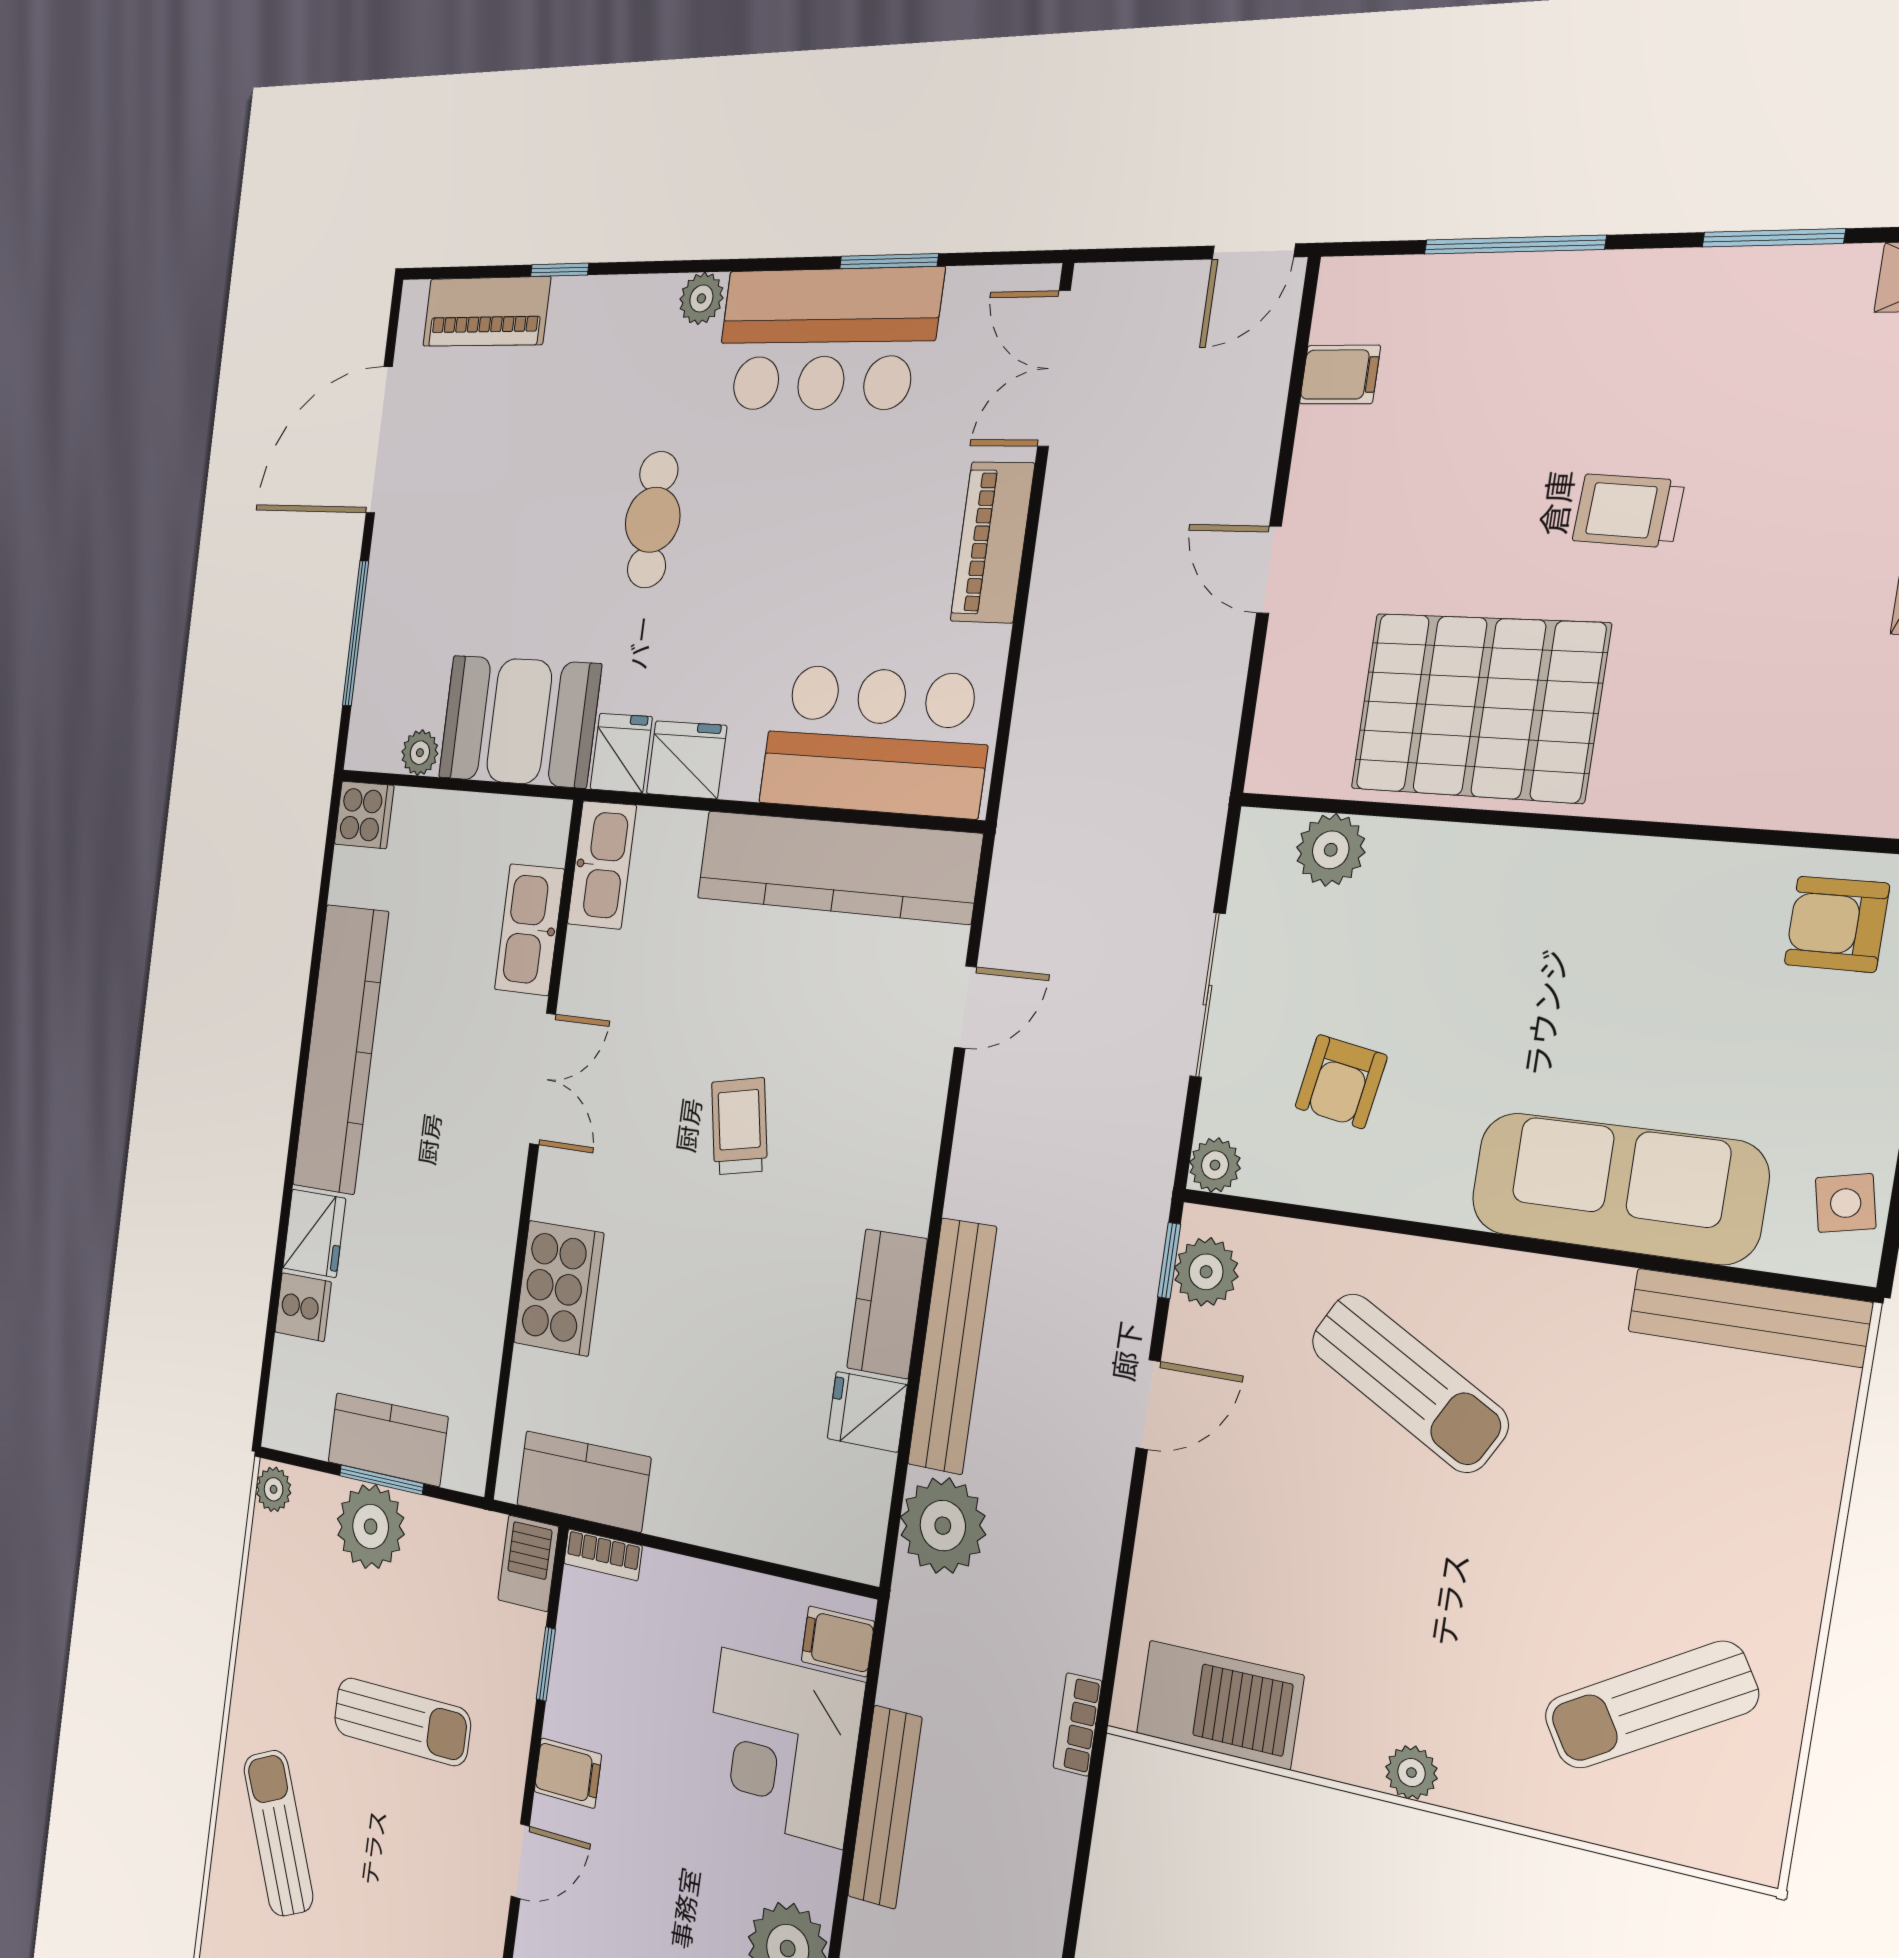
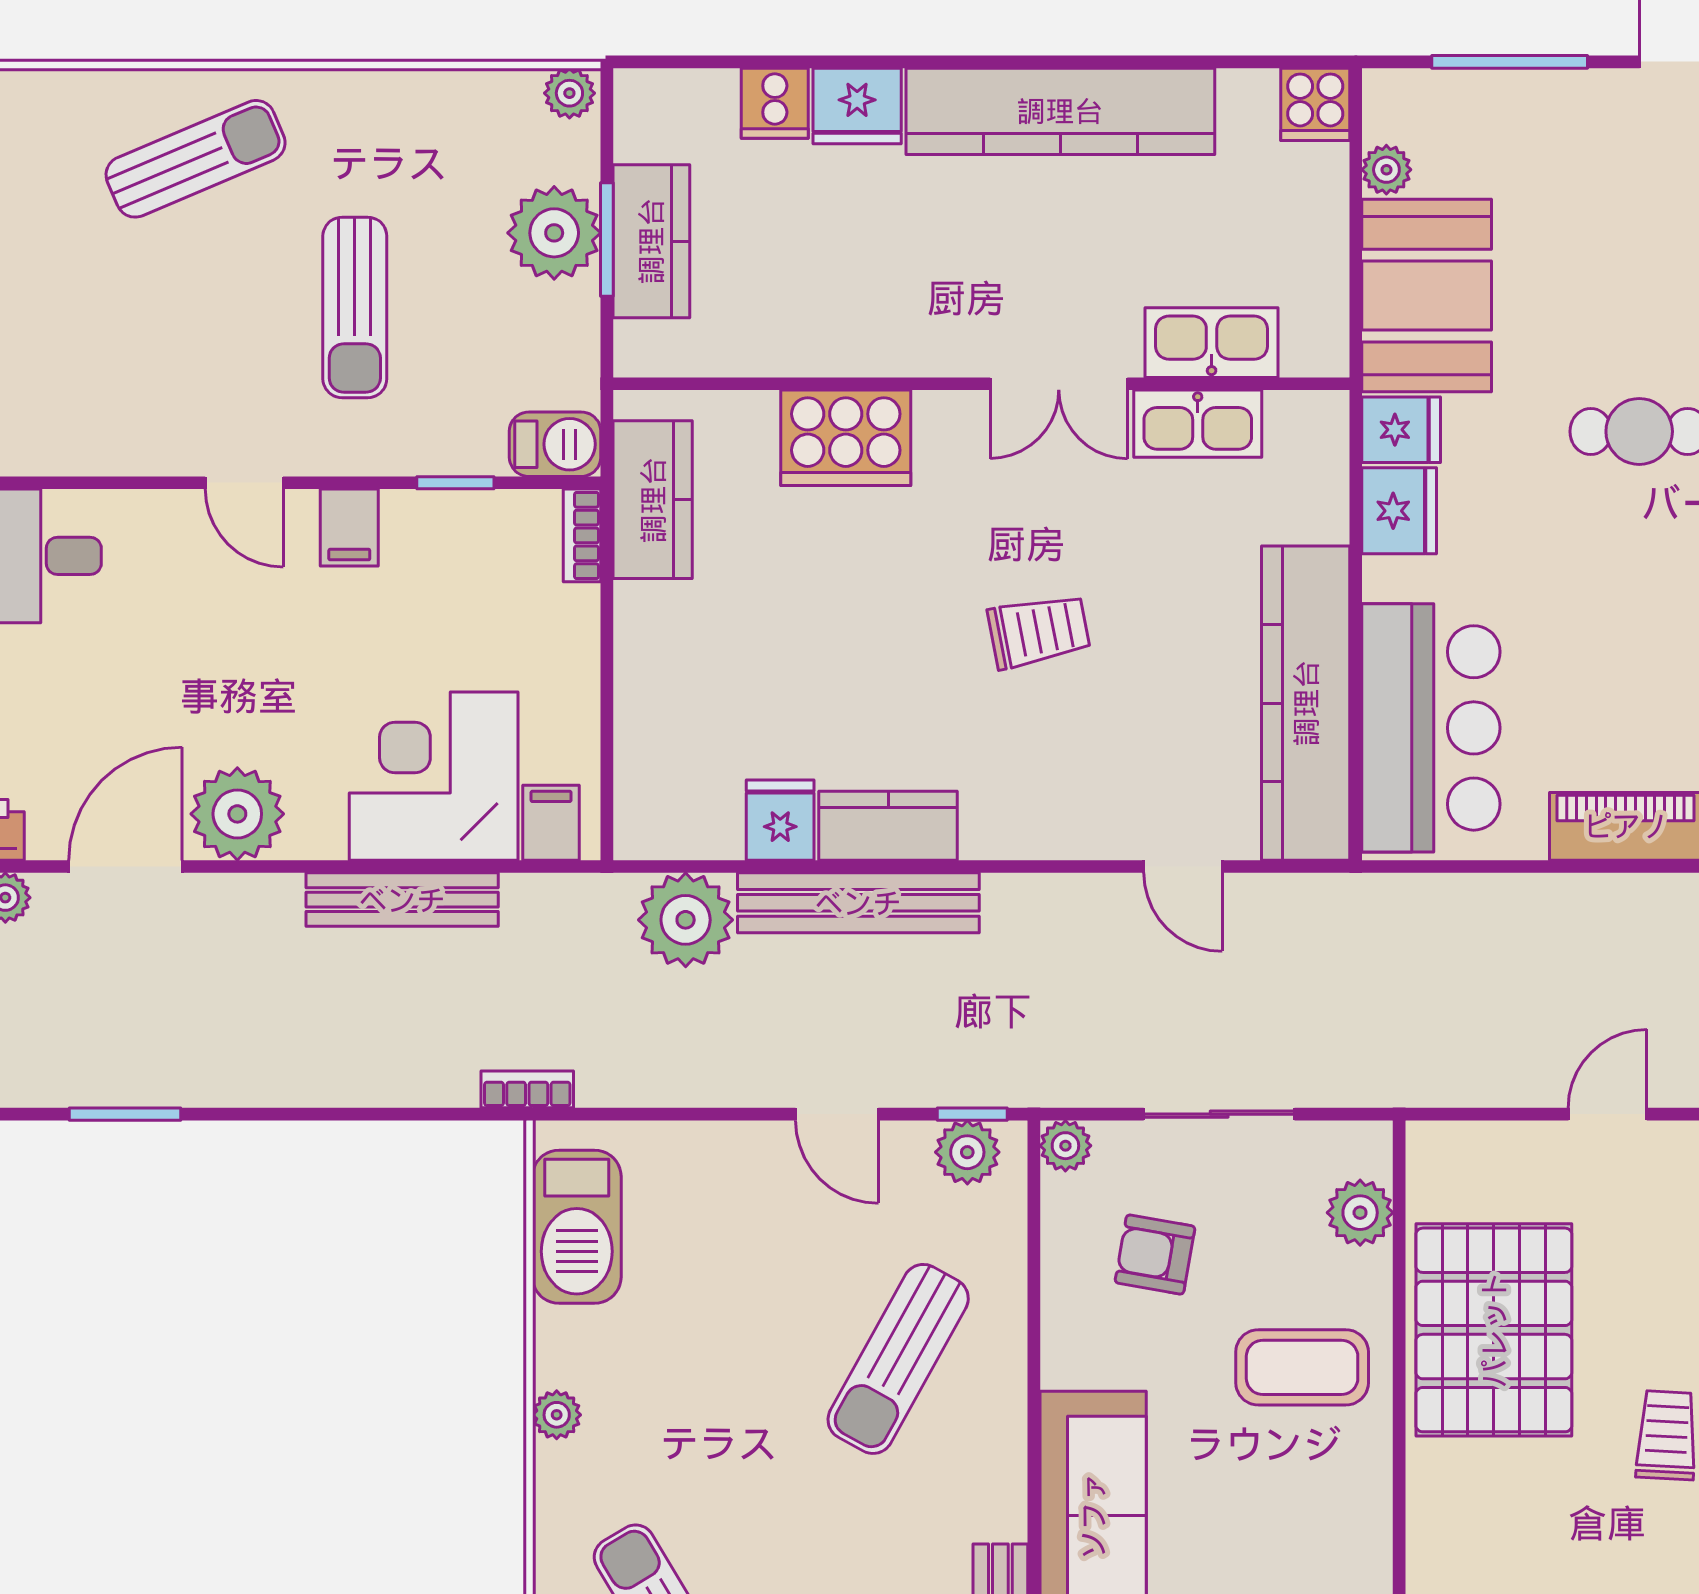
kitchen sink: (602, 865) -> (1198, 424), moved
coffee table: (1487, 929) -> (1302, 1367), added

